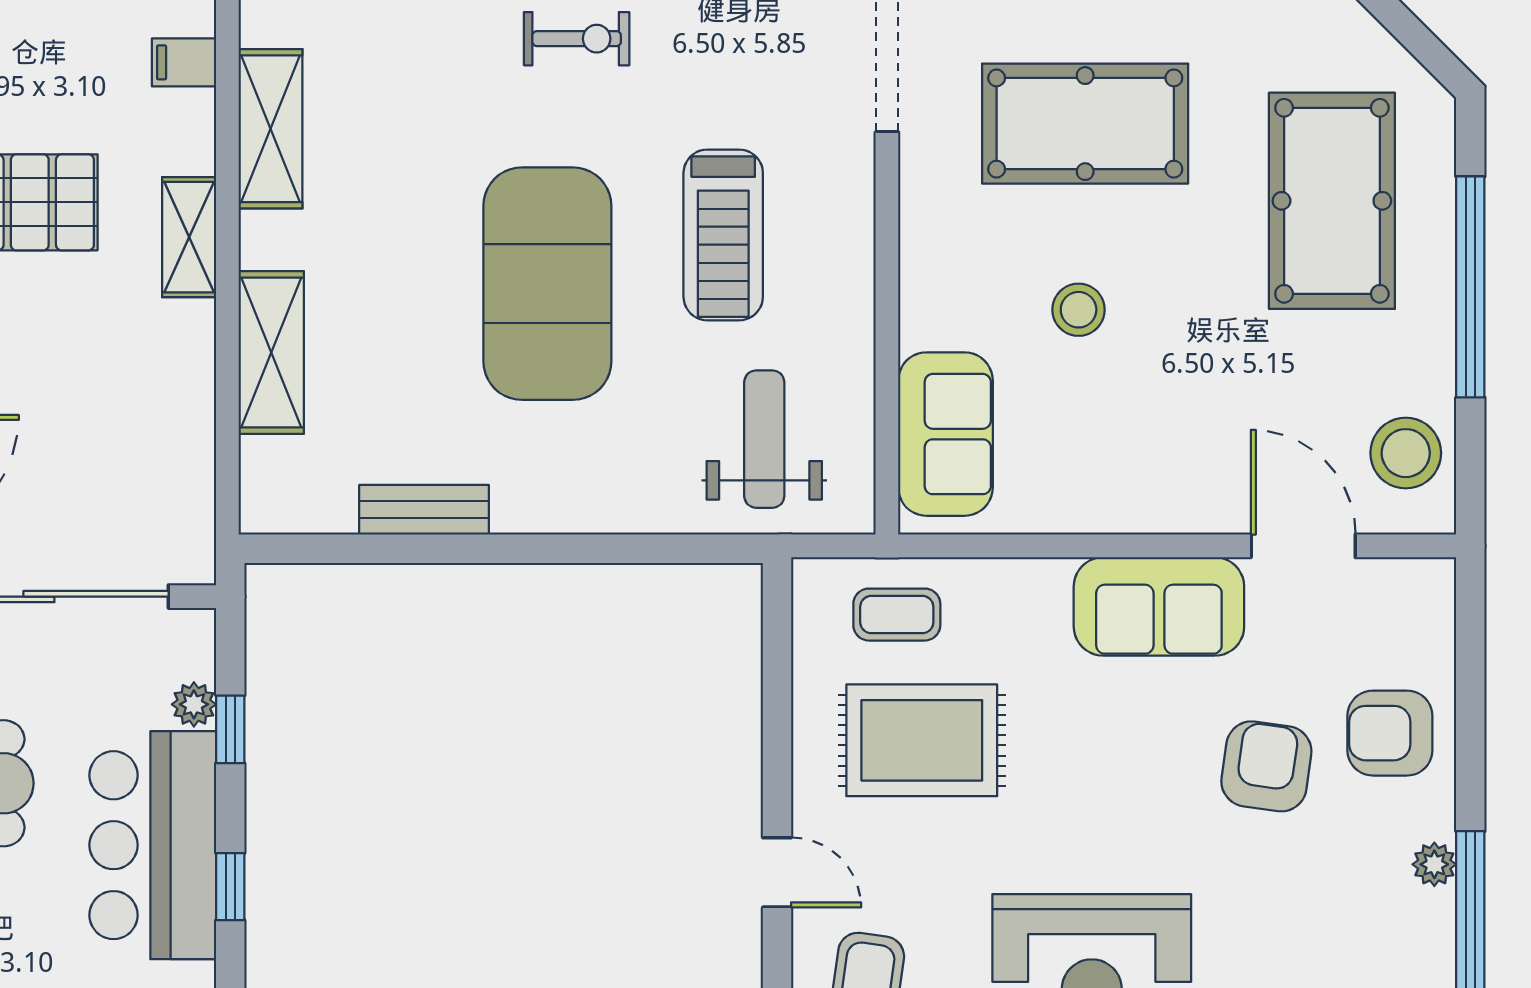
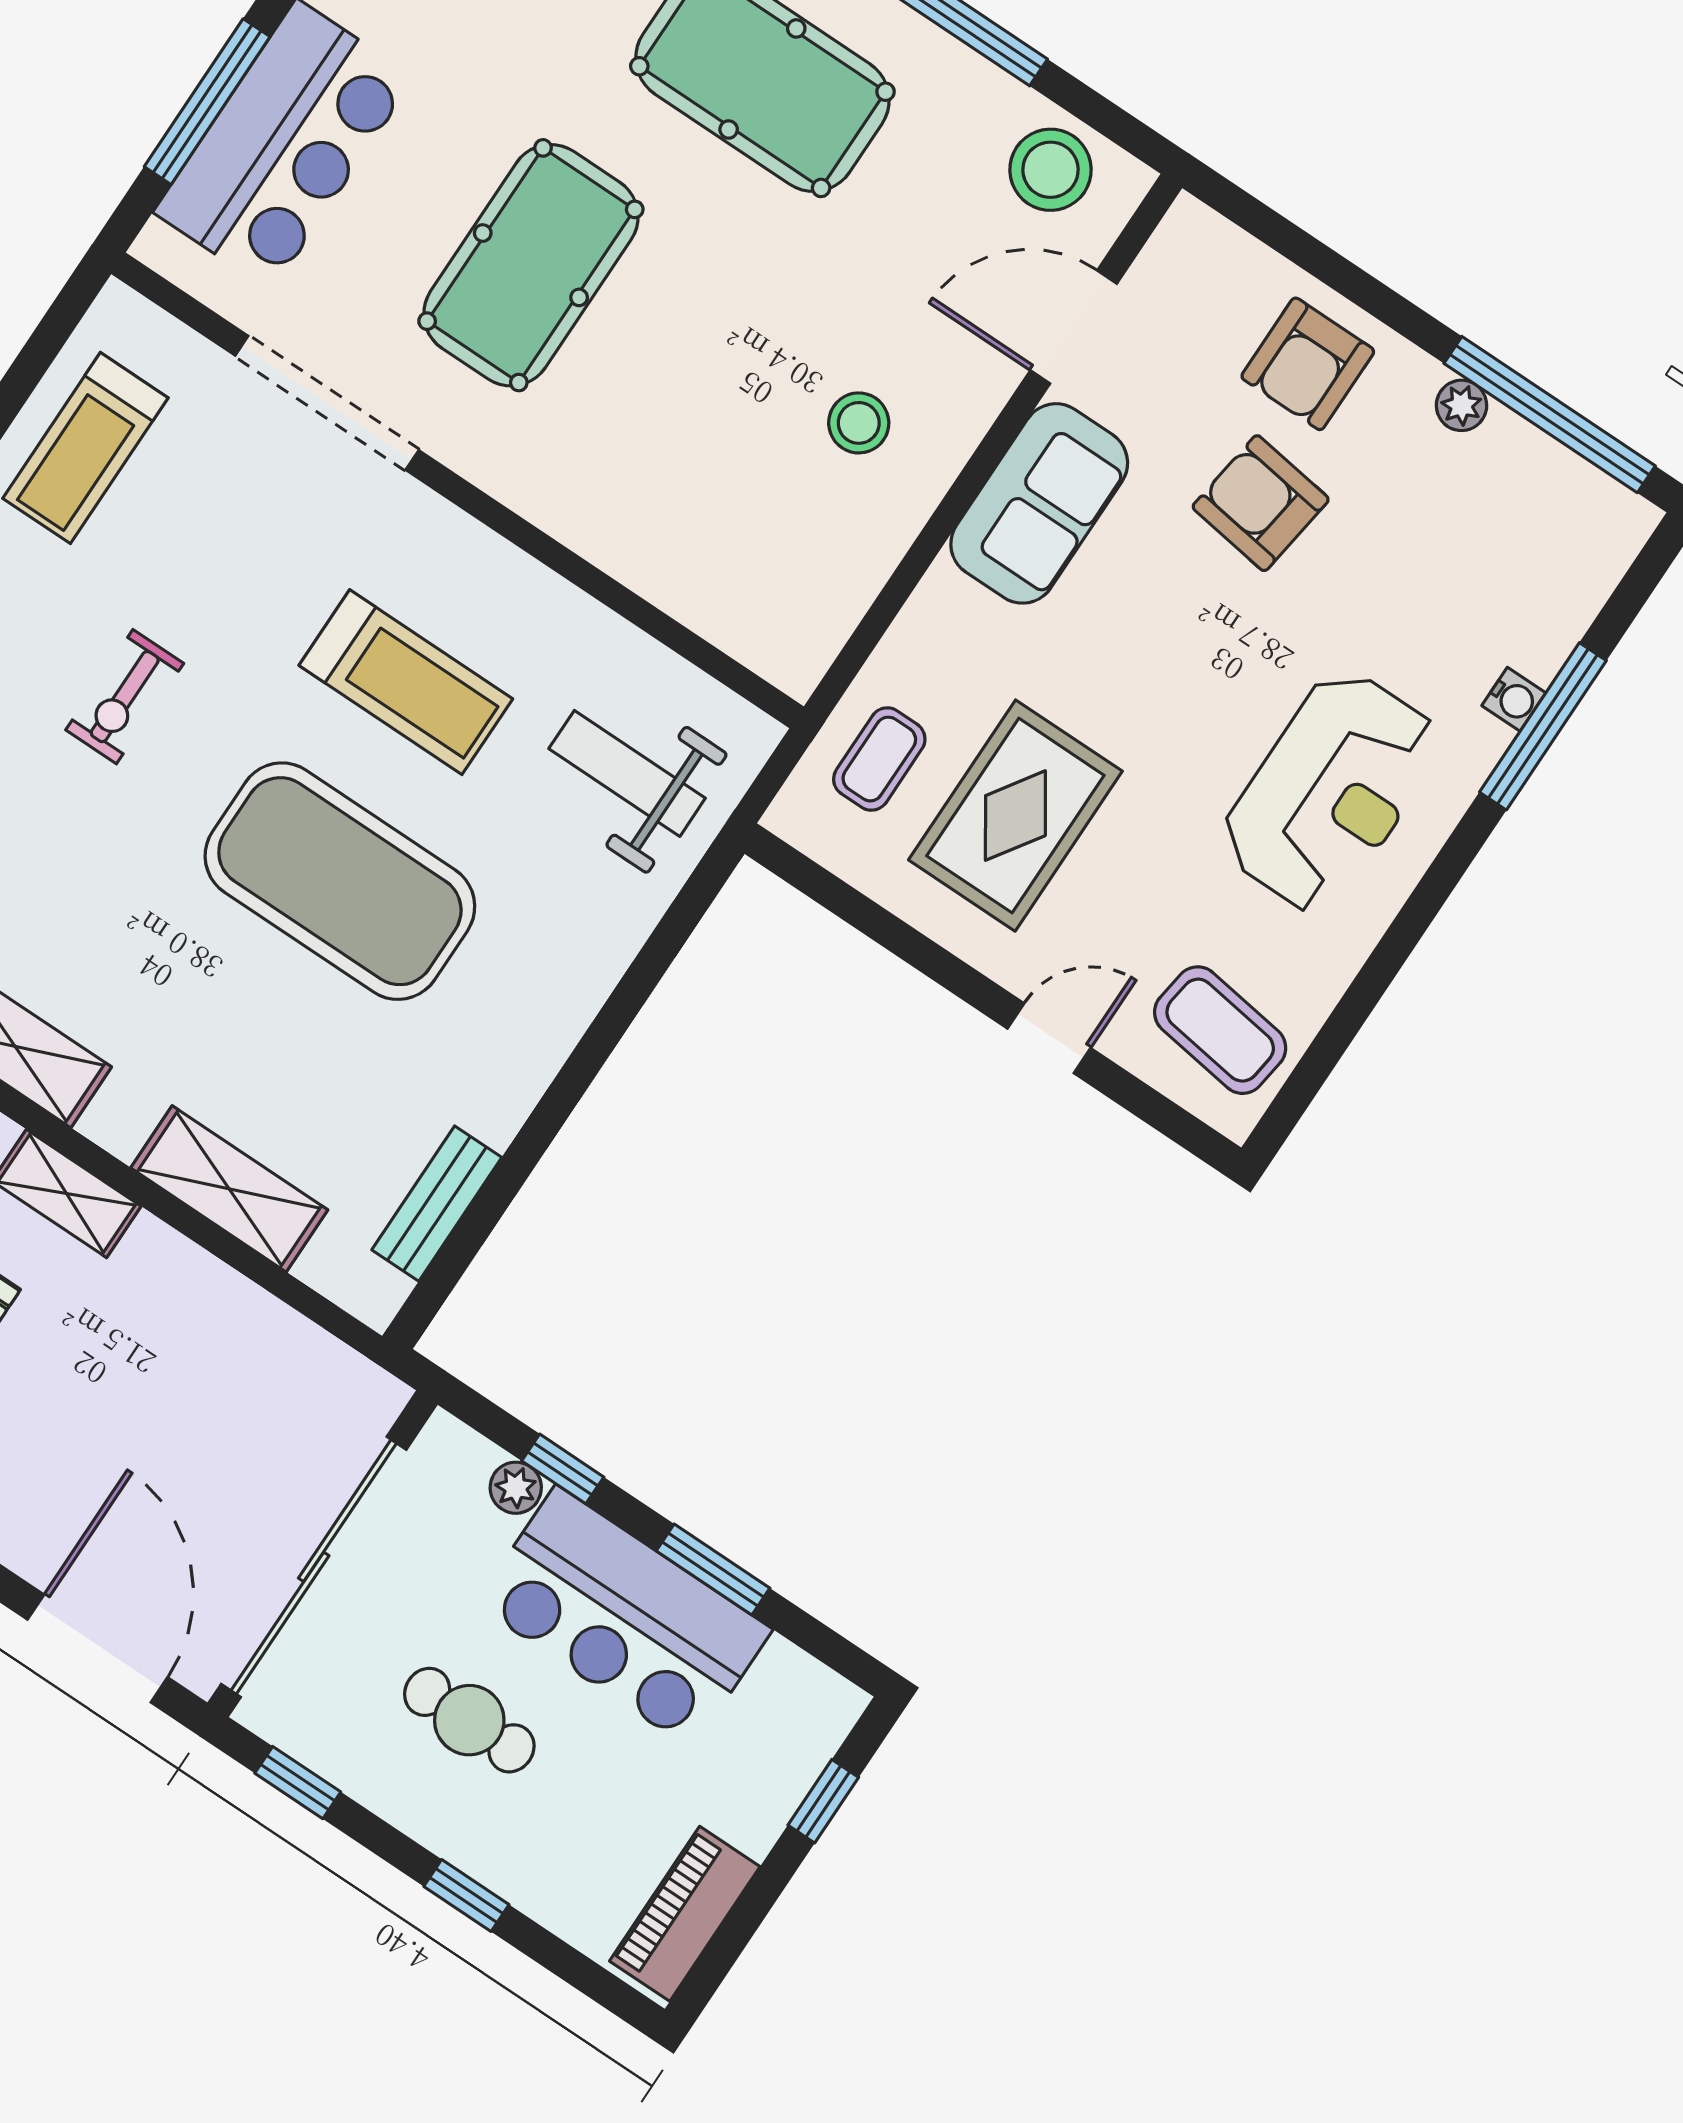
exercise bike: (577, 39) -> (125, 697), turned 180
stool: (1079, 310) -> (859, 423), moved
sofa: (945, 434) -> (738, 597), removed
bench: (424, 510) -> (437, 1204), moved
window: (230, 887) -> (713, 1569), width x1.50

